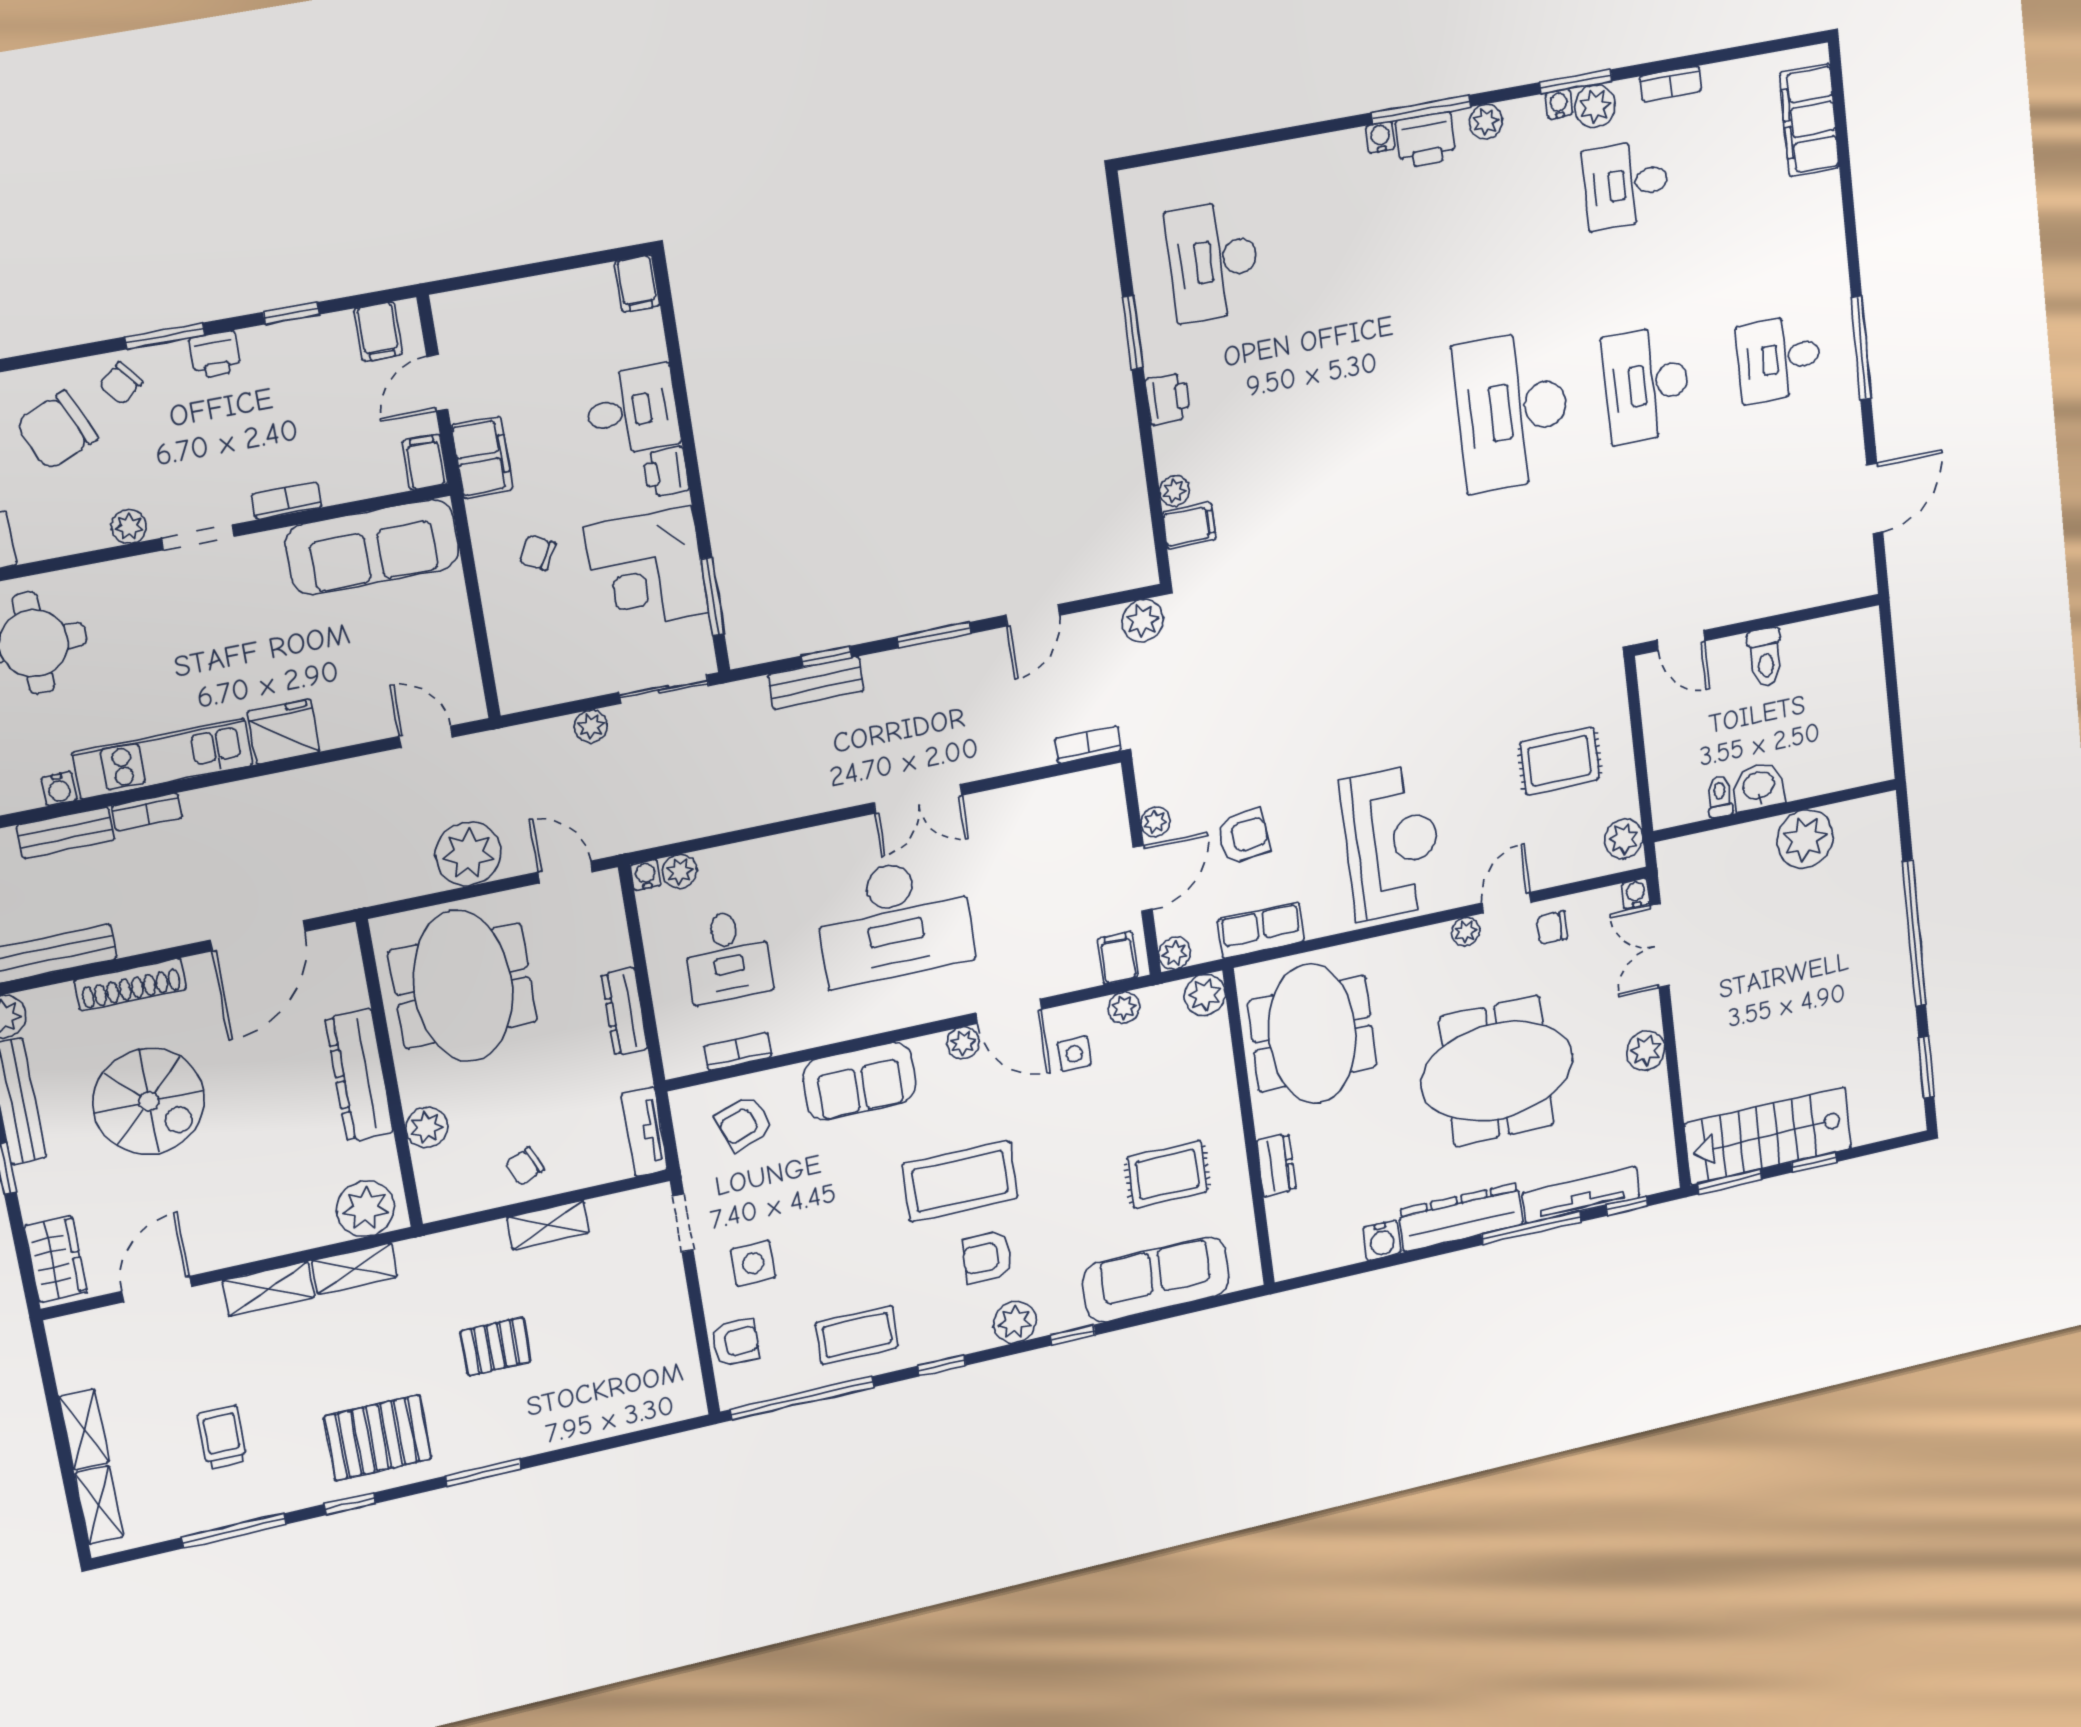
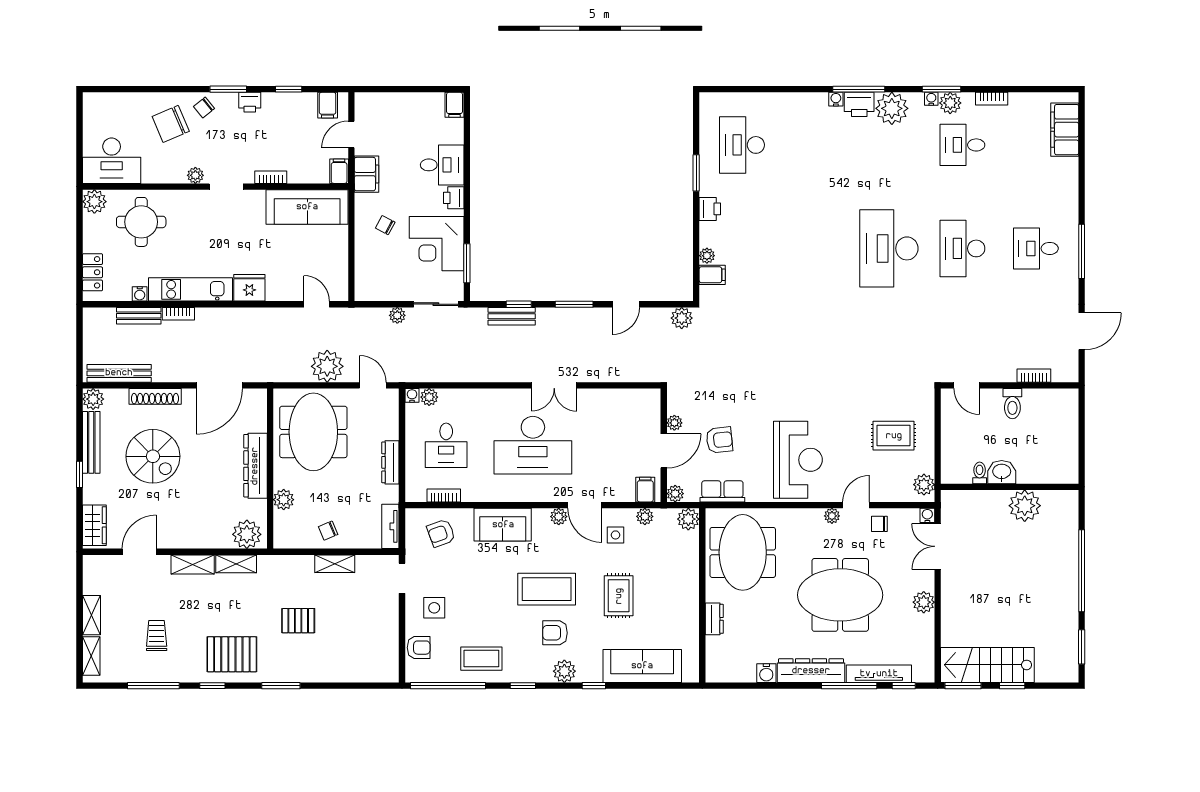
plant: (1486, 122) -> (892, 108), width x1.88, depth x1.88
bookcase: (1088, 745) -> (1034, 376), moved
rug: (1167, 1174) -> (619, 596), moved, turned 90

